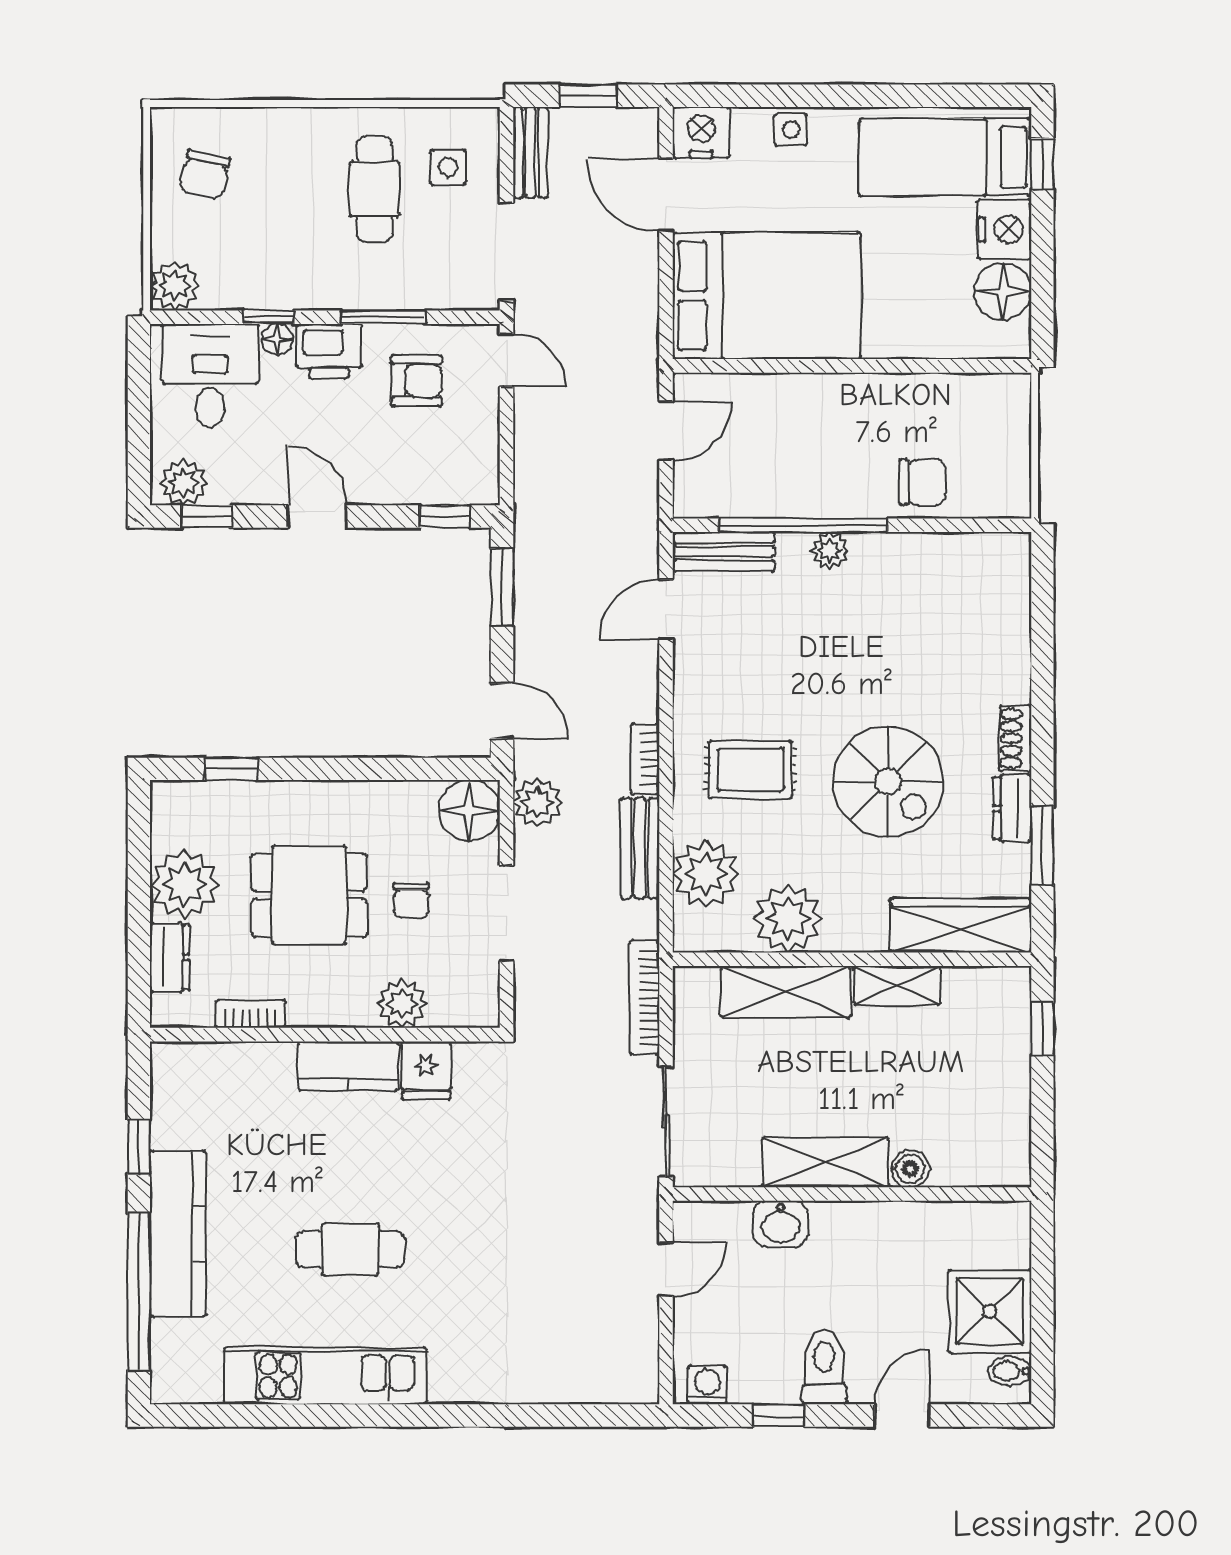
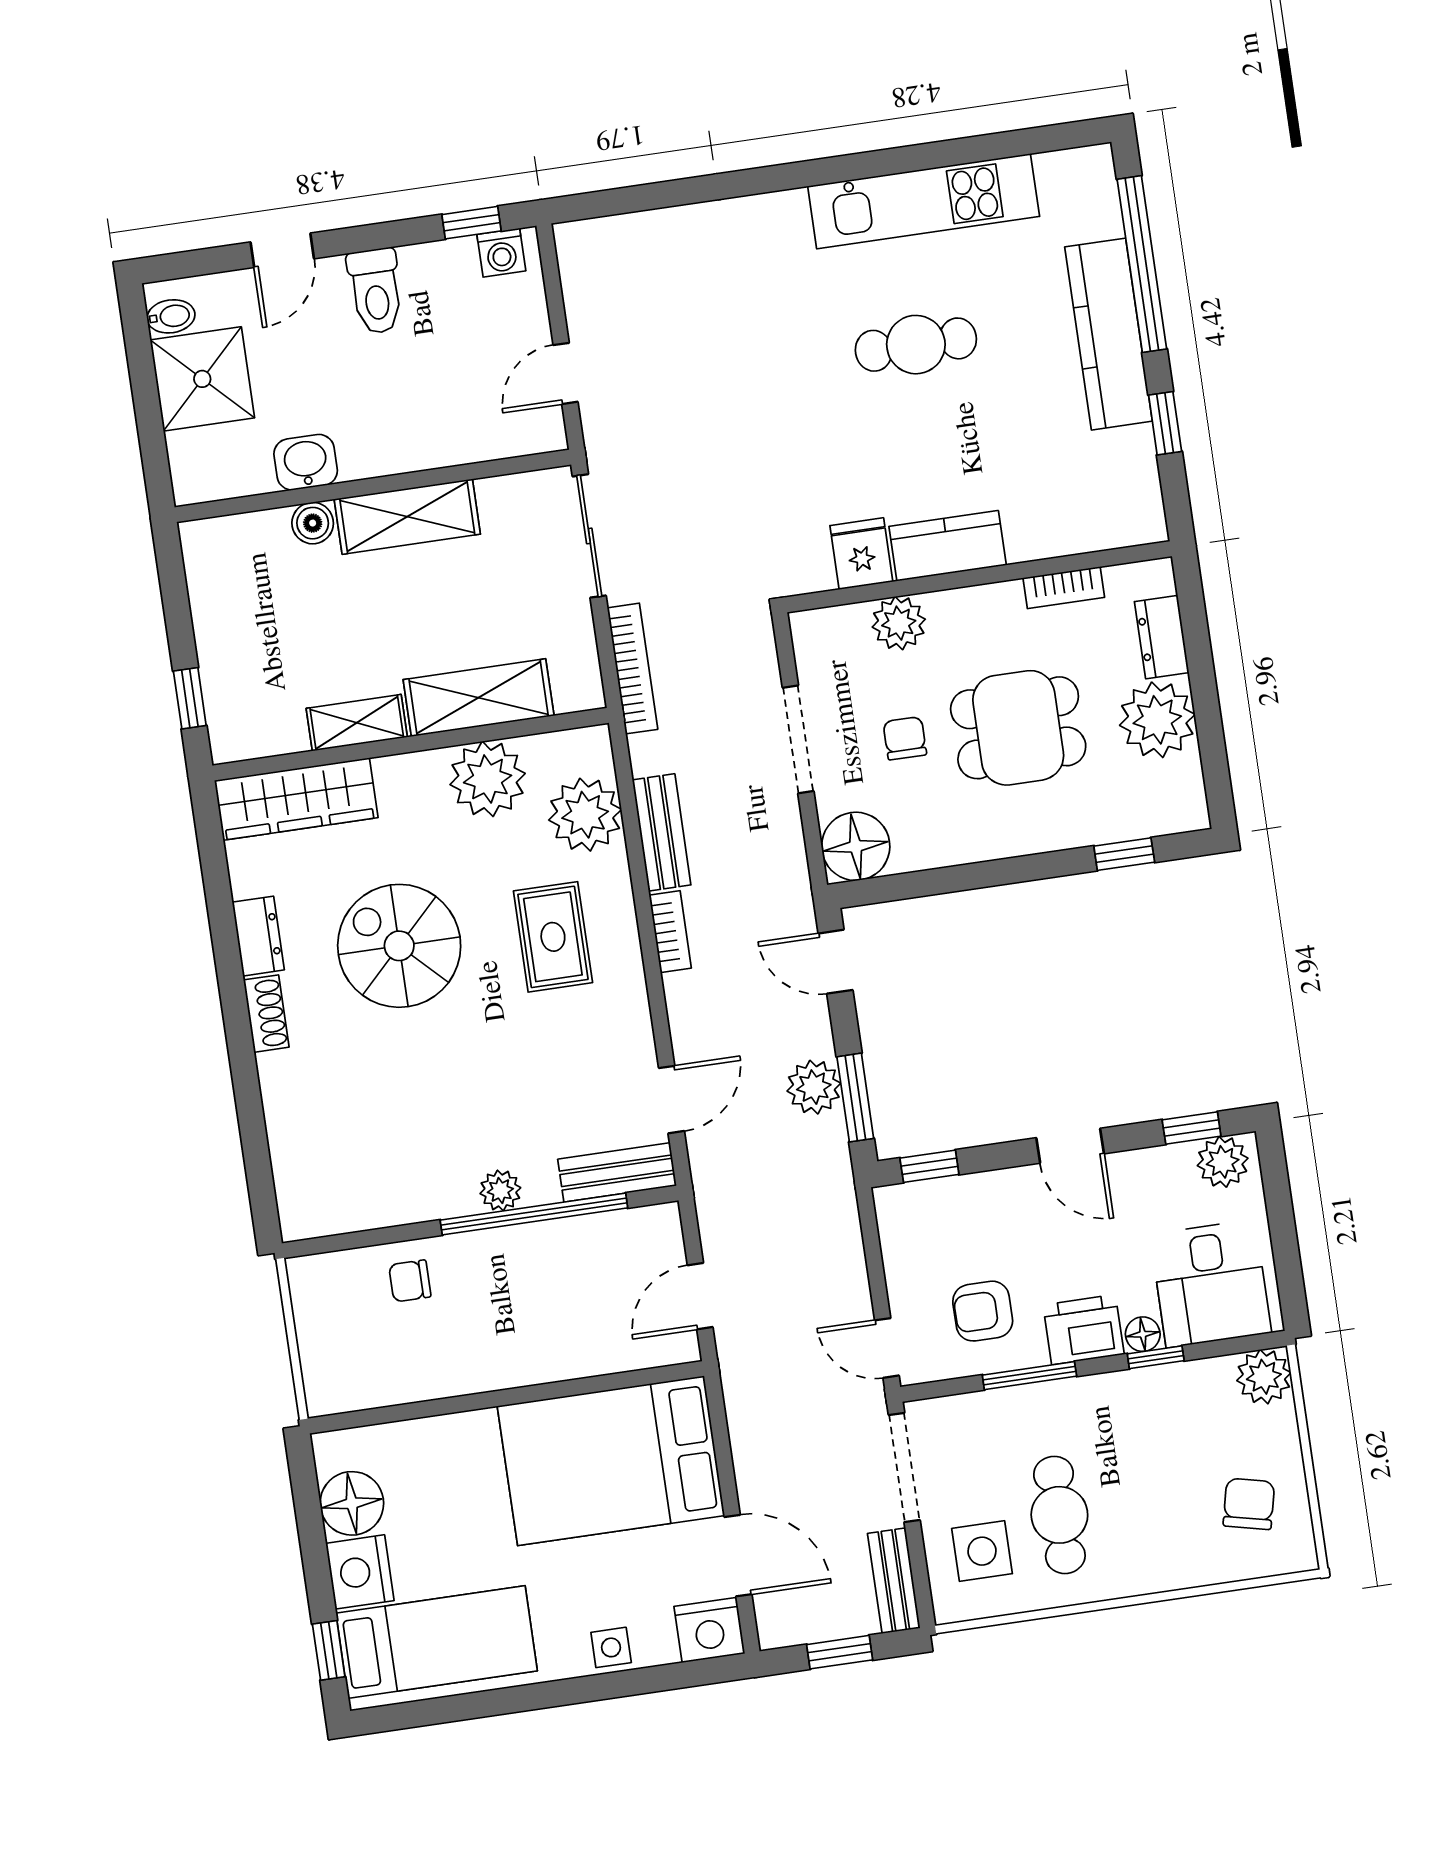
side table: (448, 167) -> (982, 1551), width x1.37, depth x1.37
chair: (922, 482) -> (410, 1281), width x0.73, depth x0.73
rug: (750, 769) -> (553, 937), turned 90
plant: (538, 803) -> (814, 1087), moved
window: (1042, 846) -> (219, 900), removed
washbasin: (780, 1224) -> (306, 462), moved
window: (779, 1416) -> (471, 223), moved

